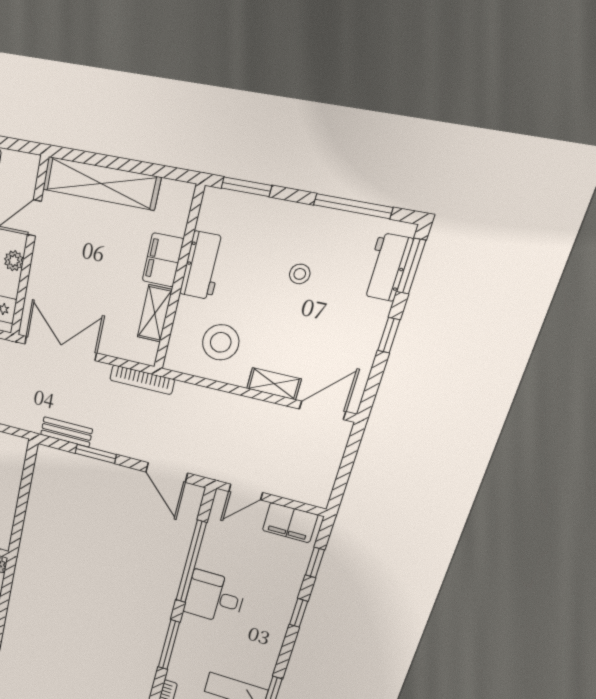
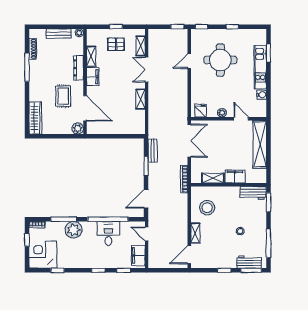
workbench: (203, 265) -> (253, 193), moved
door: (322, 410) -> (189, 255), swing flipped
desk: (215, 597) -> (108, 234), moved
plant: (196, 634) -> (74, 230), added

